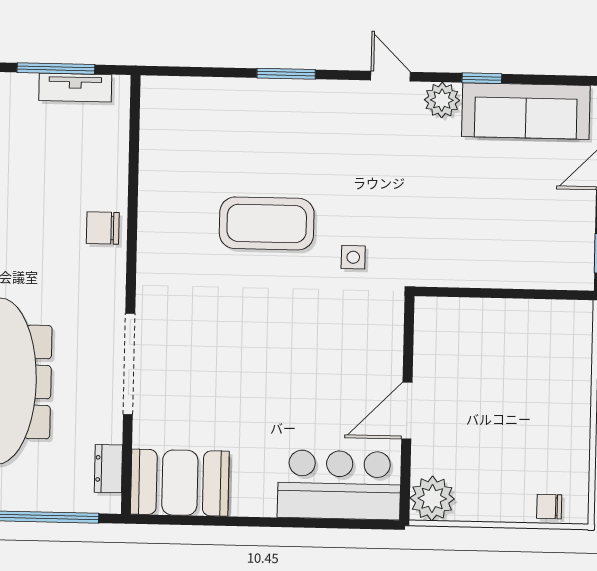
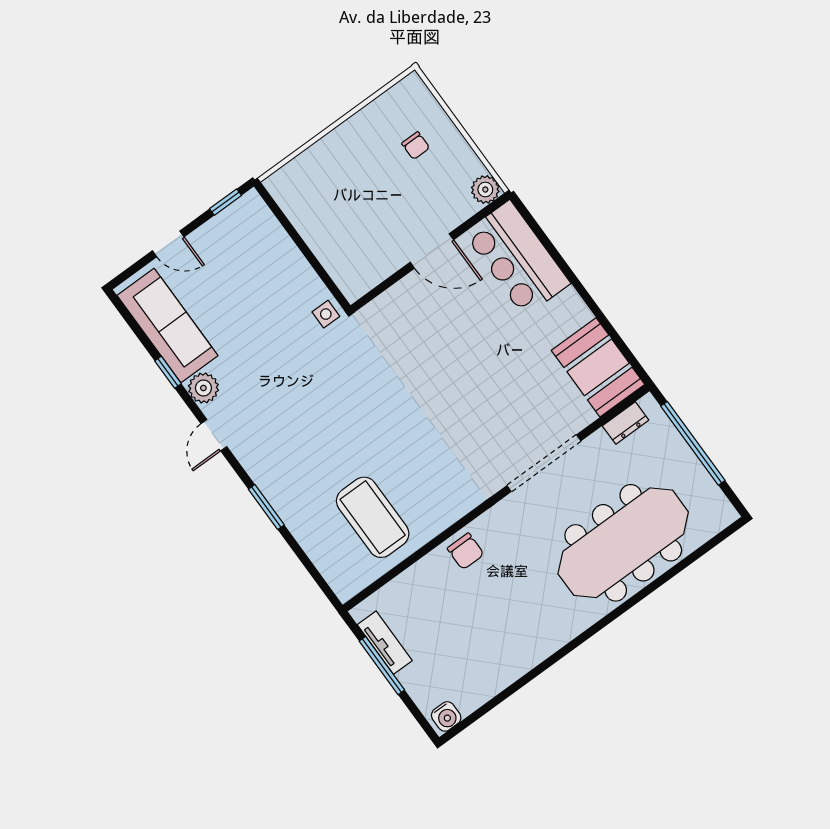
coffee table: (267, 223) -> (373, 517), moved
side table: (353, 257) -> (326, 314), moved
plant: (432, 498) -> (485, 190), width x0.73, depth x0.73
chair: (549, 507) -> (416, 146), moved

